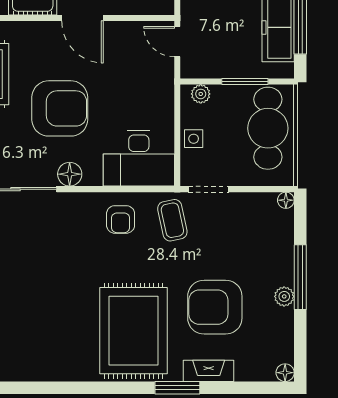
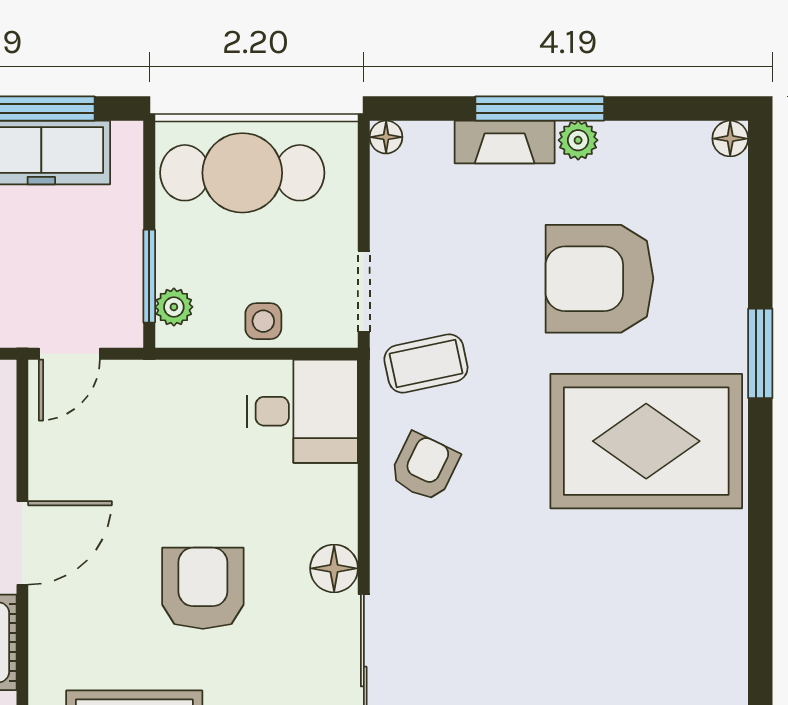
window: (245, 82) -> (149, 276), moved
armchair: (60, 108) -> (203, 588), width x0.73, depth x0.73
desk: (139, 158) -> (302, 411), width x0.73
armchair: (121, 219) -> (424, 467), turned -64
armchair: (215, 307) -> (599, 279), turned 90
fireplace: (209, 371) -> (505, 142), moved, turned -90

